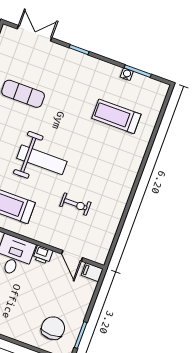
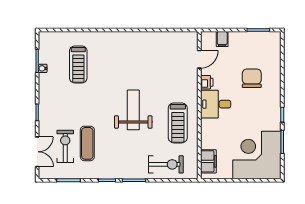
double door: (34, 33) -> (37, 152), swing flipped
exercise bike: (75, 204) -> (65, 146), moved, width x1.38, depth x1.39
filing cabinet: (92, 272) -> (222, 39), moved
chair: (53, 328) -> (252, 78), moved, turned 90

